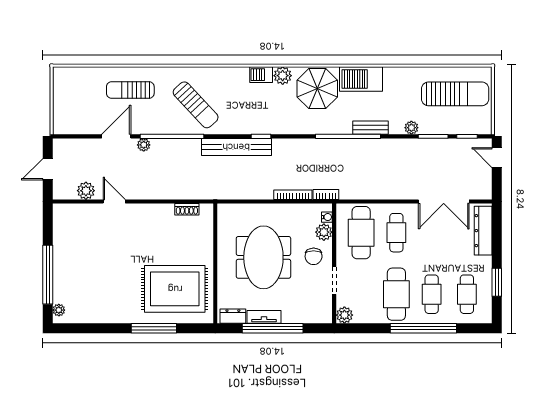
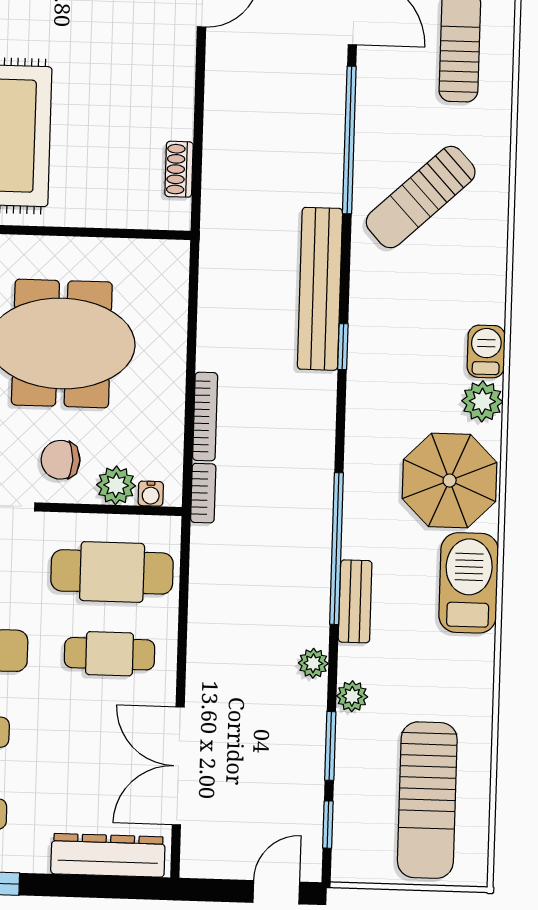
plant: (144, 145) -> (313, 663), moved

